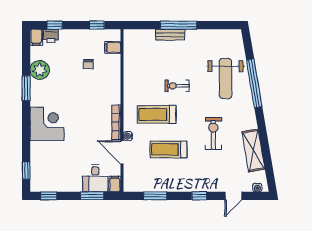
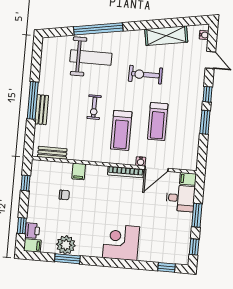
filing cabinet: (113, 47) -> (79, 171), moved
bench: (129, 49) -> (52, 153), added
window: (26, 88) -> (67, 259), moved
window: (92, 196) -> (197, 215), moved
window: (155, 196) -> (205, 122), moved

